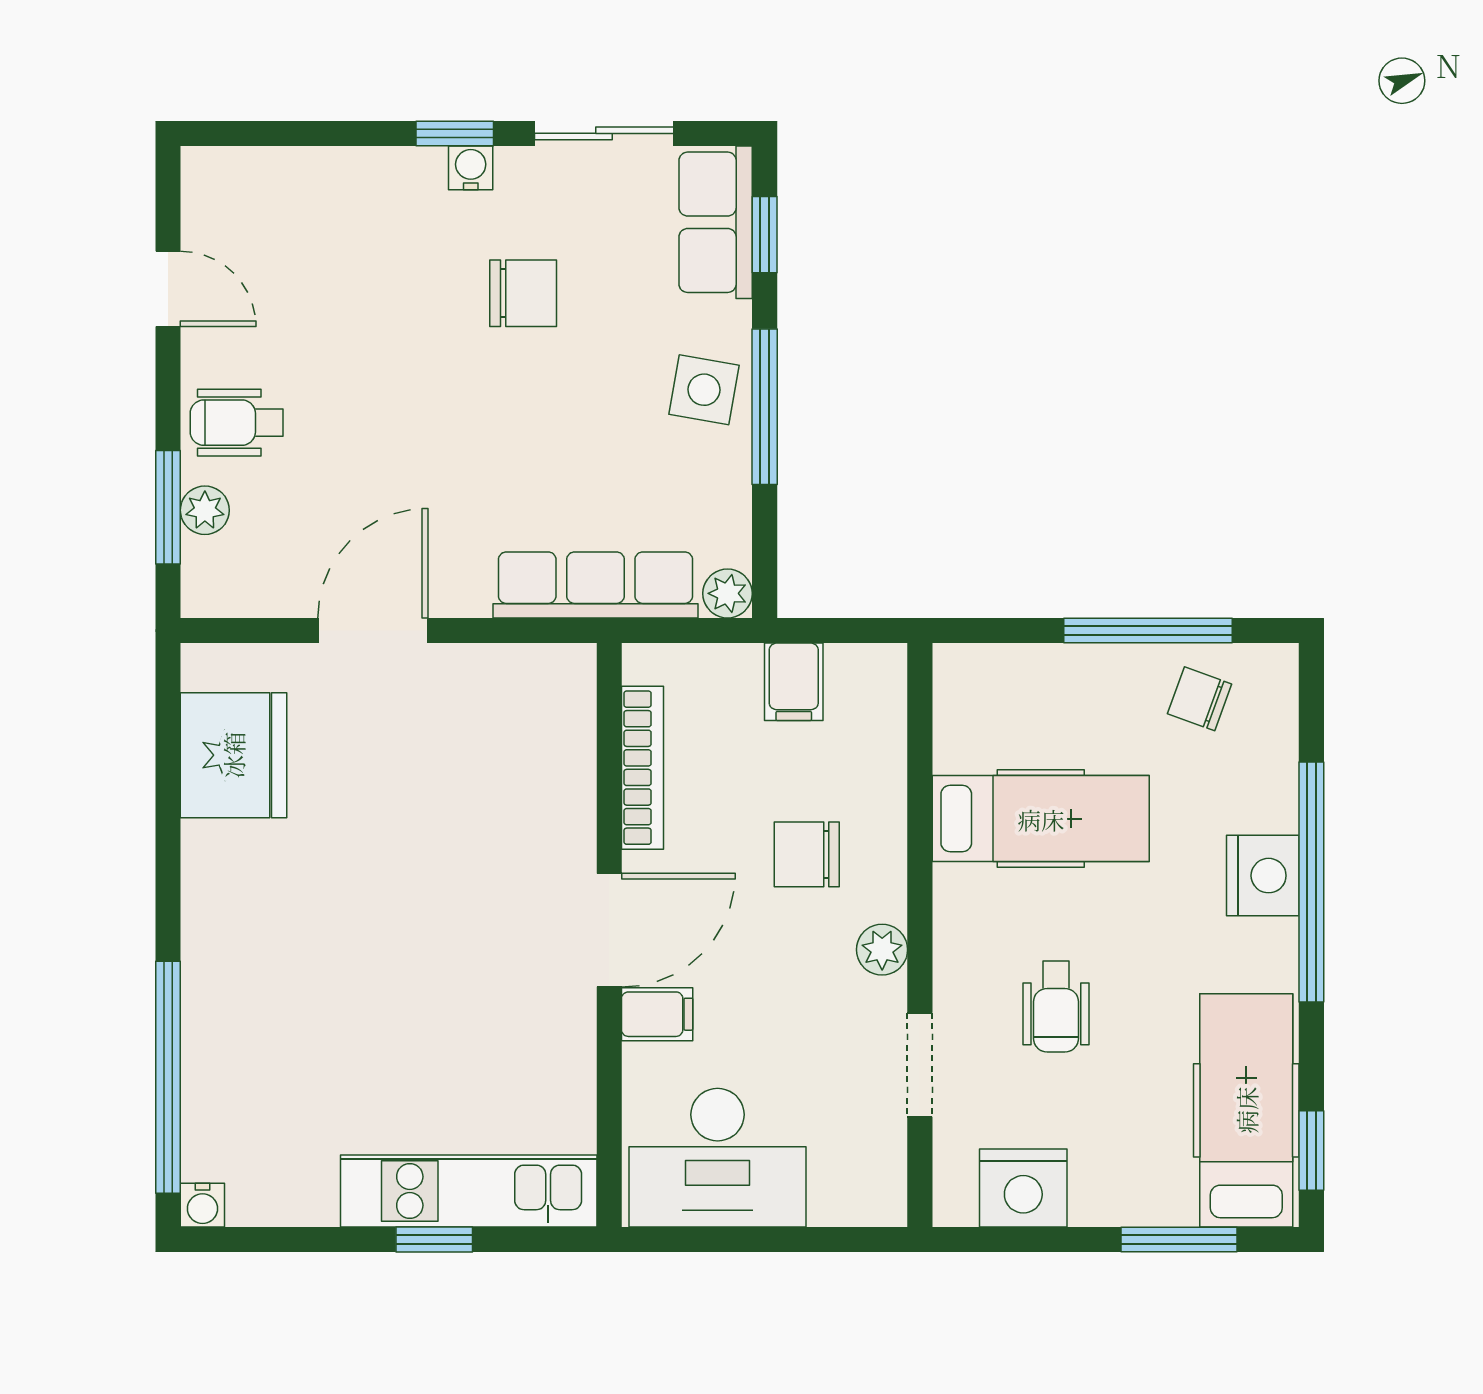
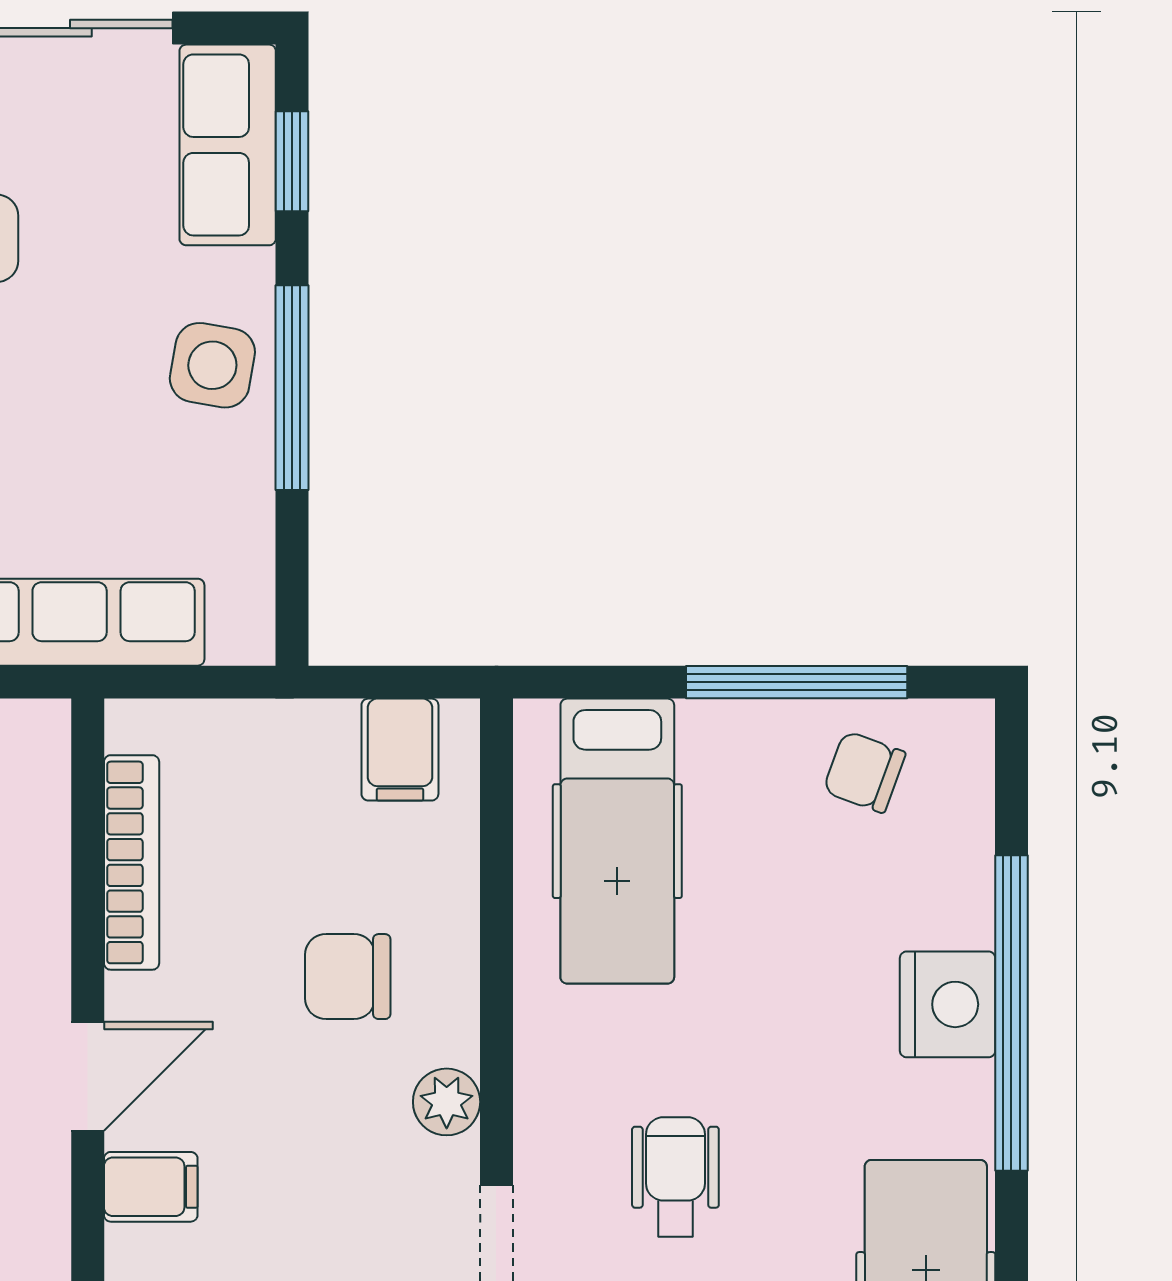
plant: (728, 593) -> (243, 633), removed
filing cabinet: (794, 682) -> (400, 750), moved
hospital bed: (1041, 819) -> (617, 841), moved, turned 90
door: (609, 930) -> (88, 1076), width x0.73
wheelchair: (1056, 1007) -> (675, 1177), turned 180

